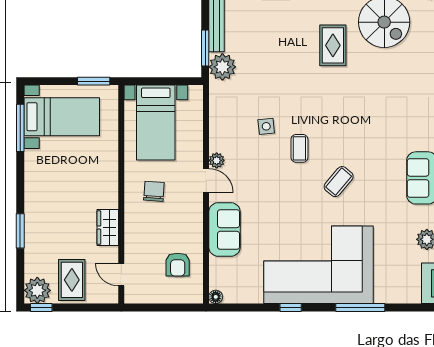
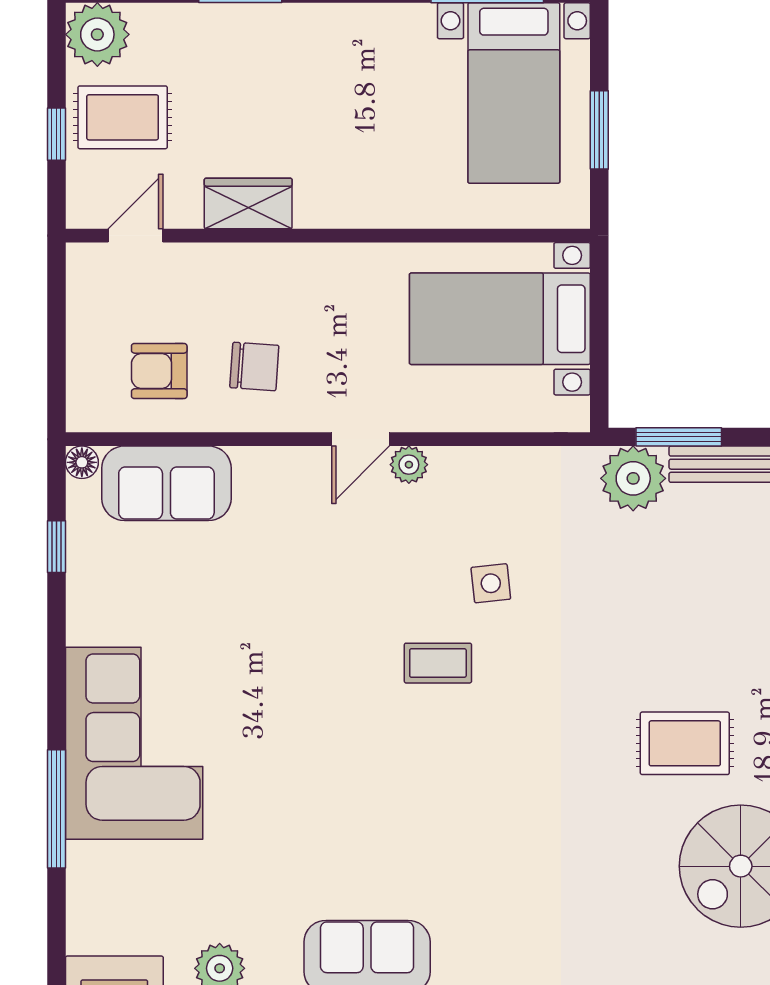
window: (94, 81) -> (599, 130), moved
coffee table: (339, 182) -> (358, 757), removed
chair: (154, 191) -> (254, 366), moved
sofa: (224, 229) -> (166, 483), moved
corner sofa: (318, 265) -> (134, 743), width x0.73, depth x0.74
window: (41, 307) -> (56, 134), moved
window: (291, 307) -> (56, 547), moved

